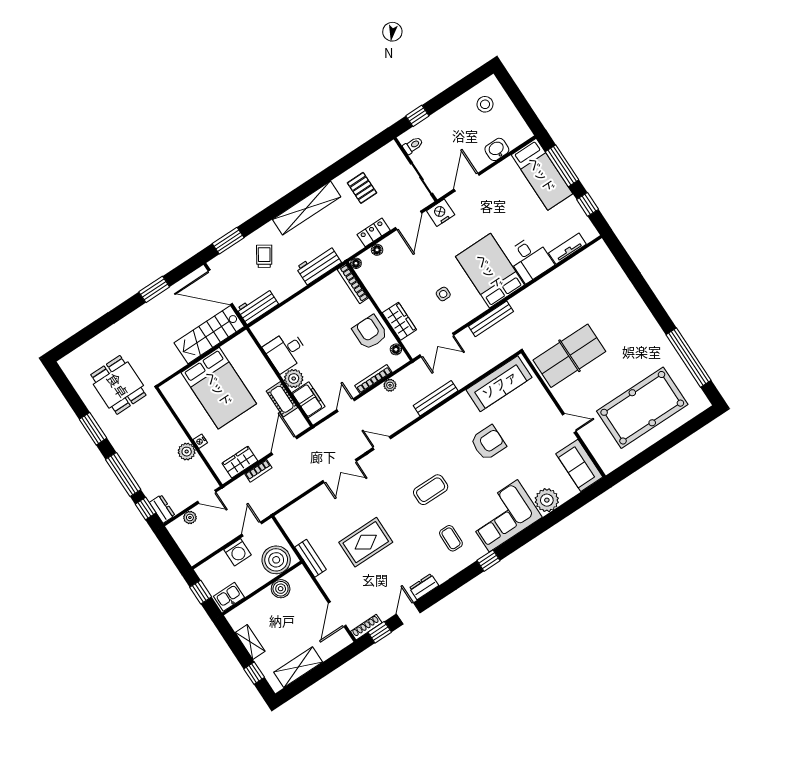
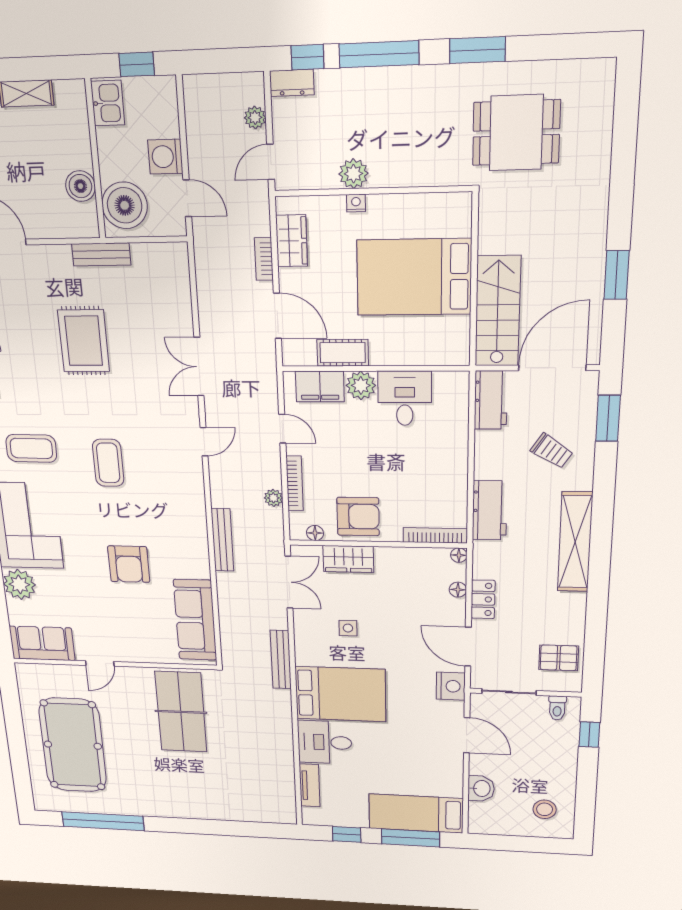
pallet: (362, 188) -> (559, 658), moved
double door: (437, 345) -> (289, 582), swing flipped
coffee table: (451, 538) -> (31, 448), width x1.36, depth x1.30

